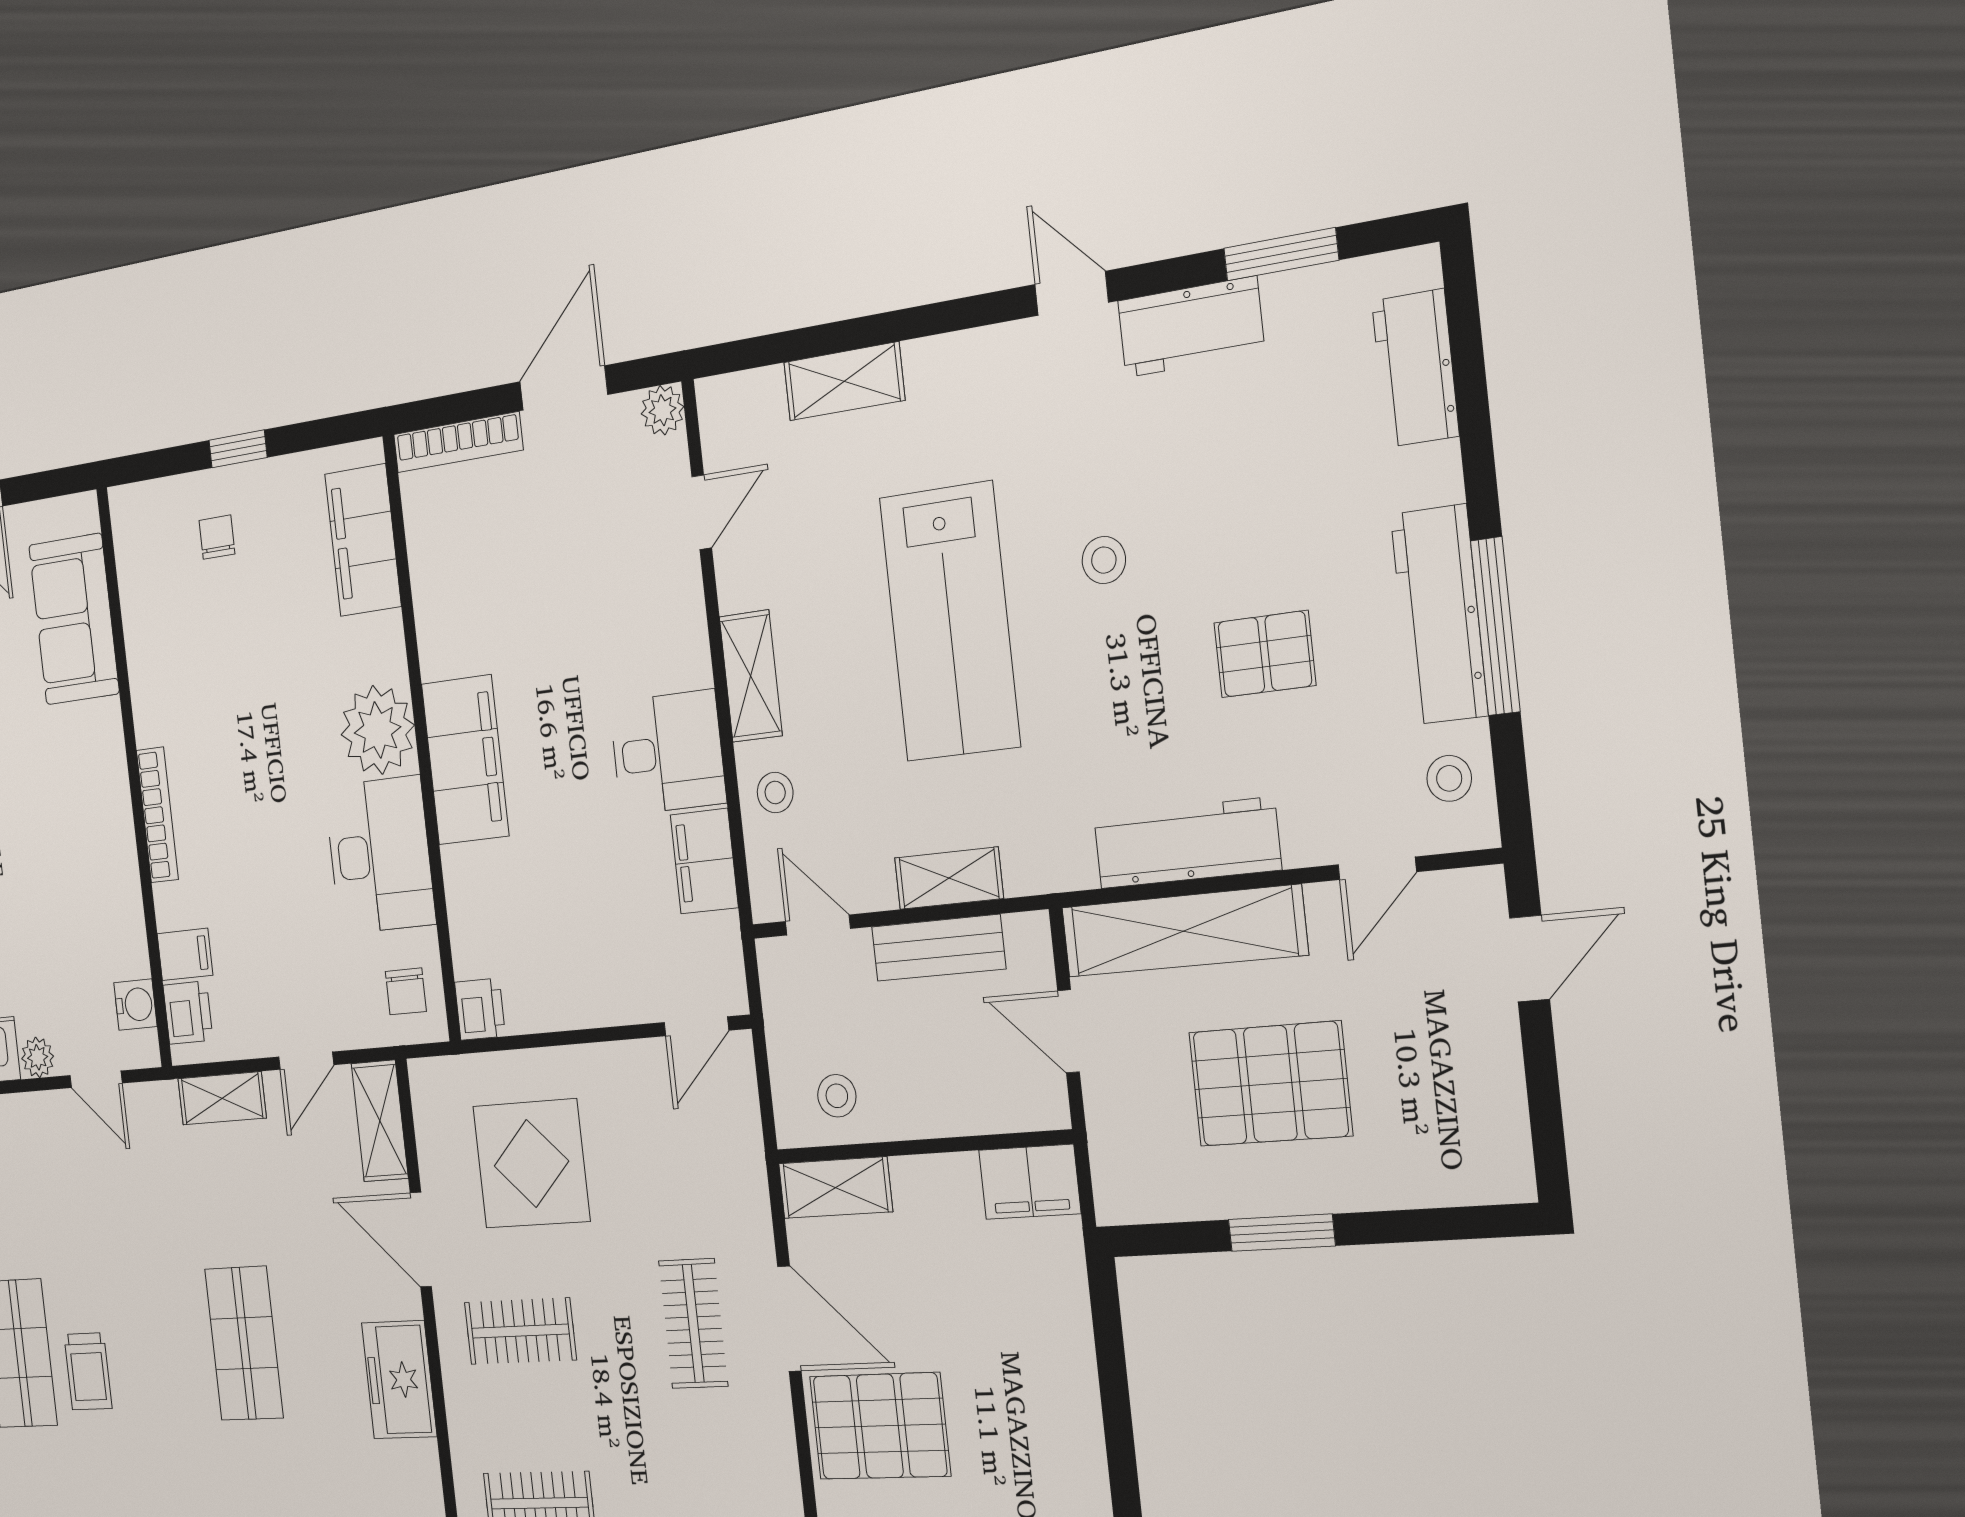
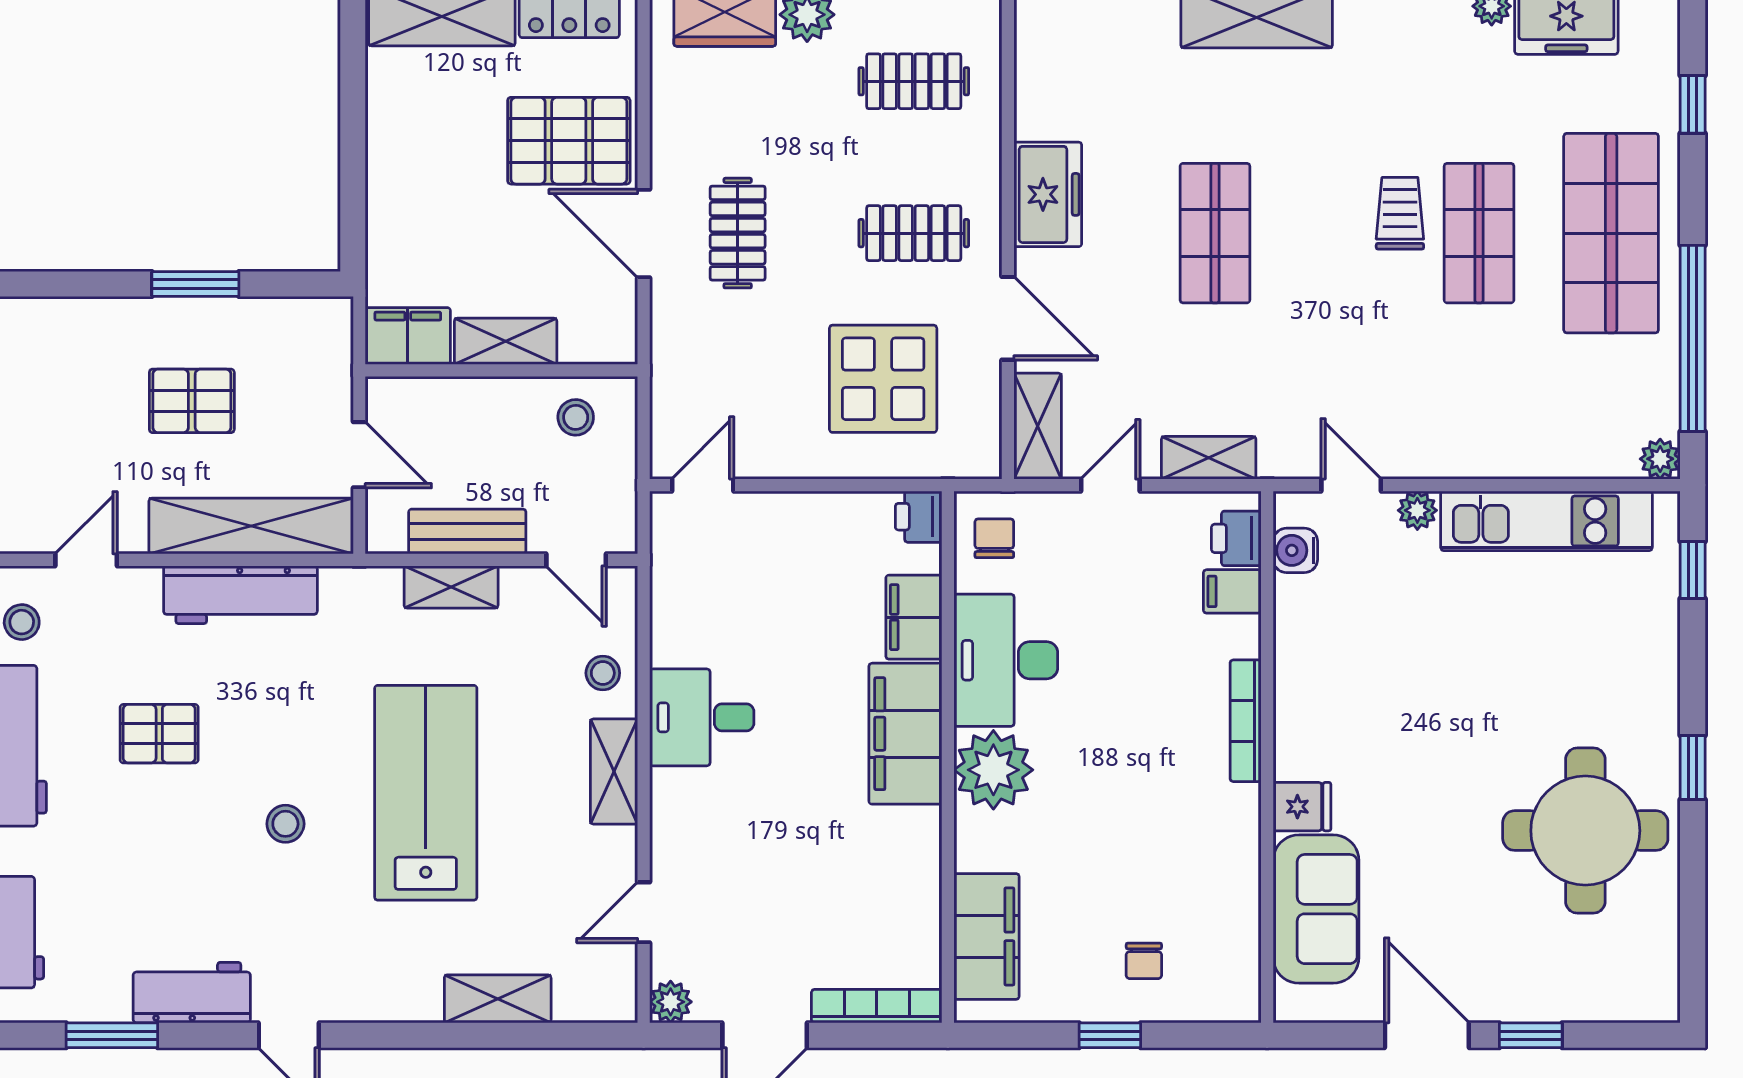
fridge: (98, 728) -> (1302, 807), added
filing cabinet: (704, 861) -> (914, 617), moved, turned 180
pallet: (1270, 1084) -> (192, 401), width x0.67, depth x0.71
shelving: (835, 1188) -> (506, 341), moved

